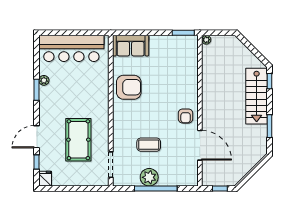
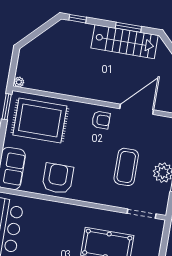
rug: (176, 63) -> (40, 120), added
stairs: (257, 96) -> (125, 42), moved
coffee table: (149, 145) -> (126, 167), width x1.36, depth x1.32

